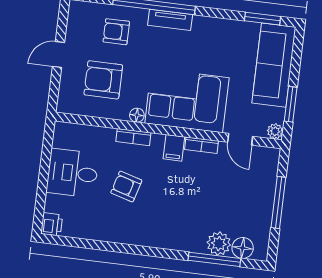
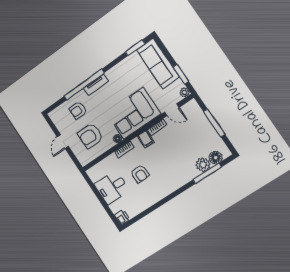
armchair: (126, 187) -> (140, 174), turned -108

